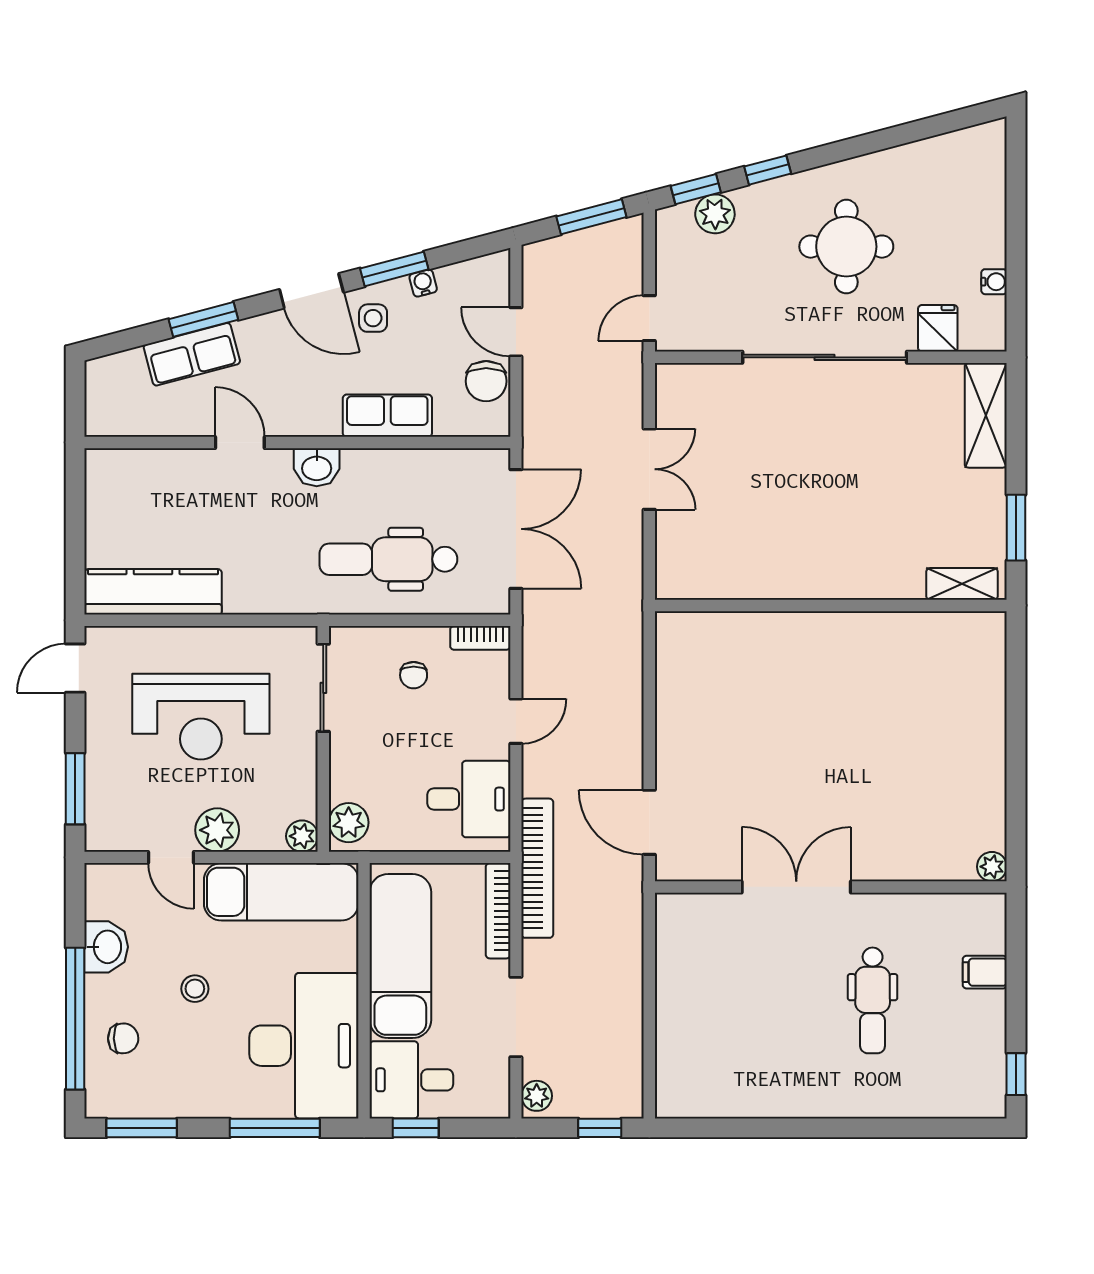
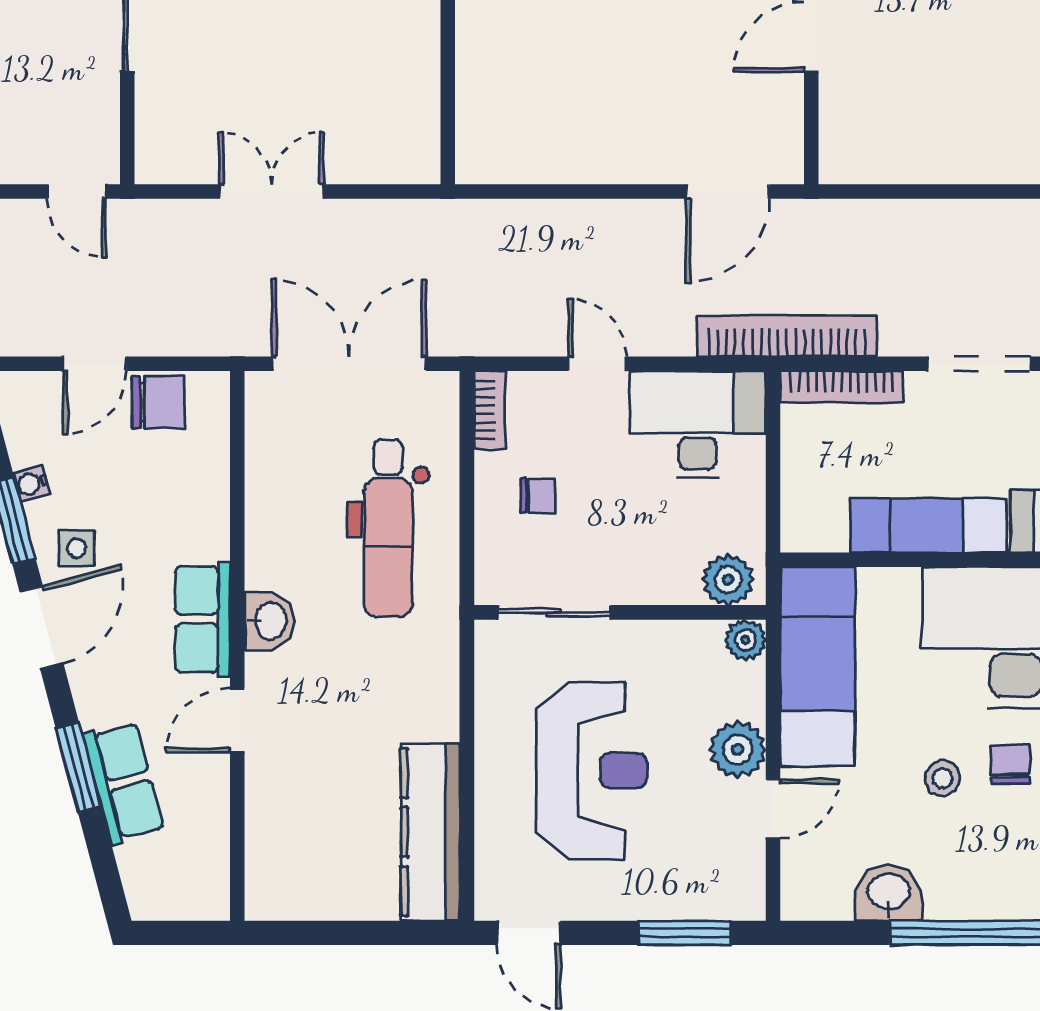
row of seats: (387, 416) -> (203, 619), moved
desk: (469, 799) -> (698, 424), width x1.37
exam couch: (400, 956) -> (929, 525), width x0.73, depth x0.69
chair: (123, 1038) -> (1010, 764), moved

